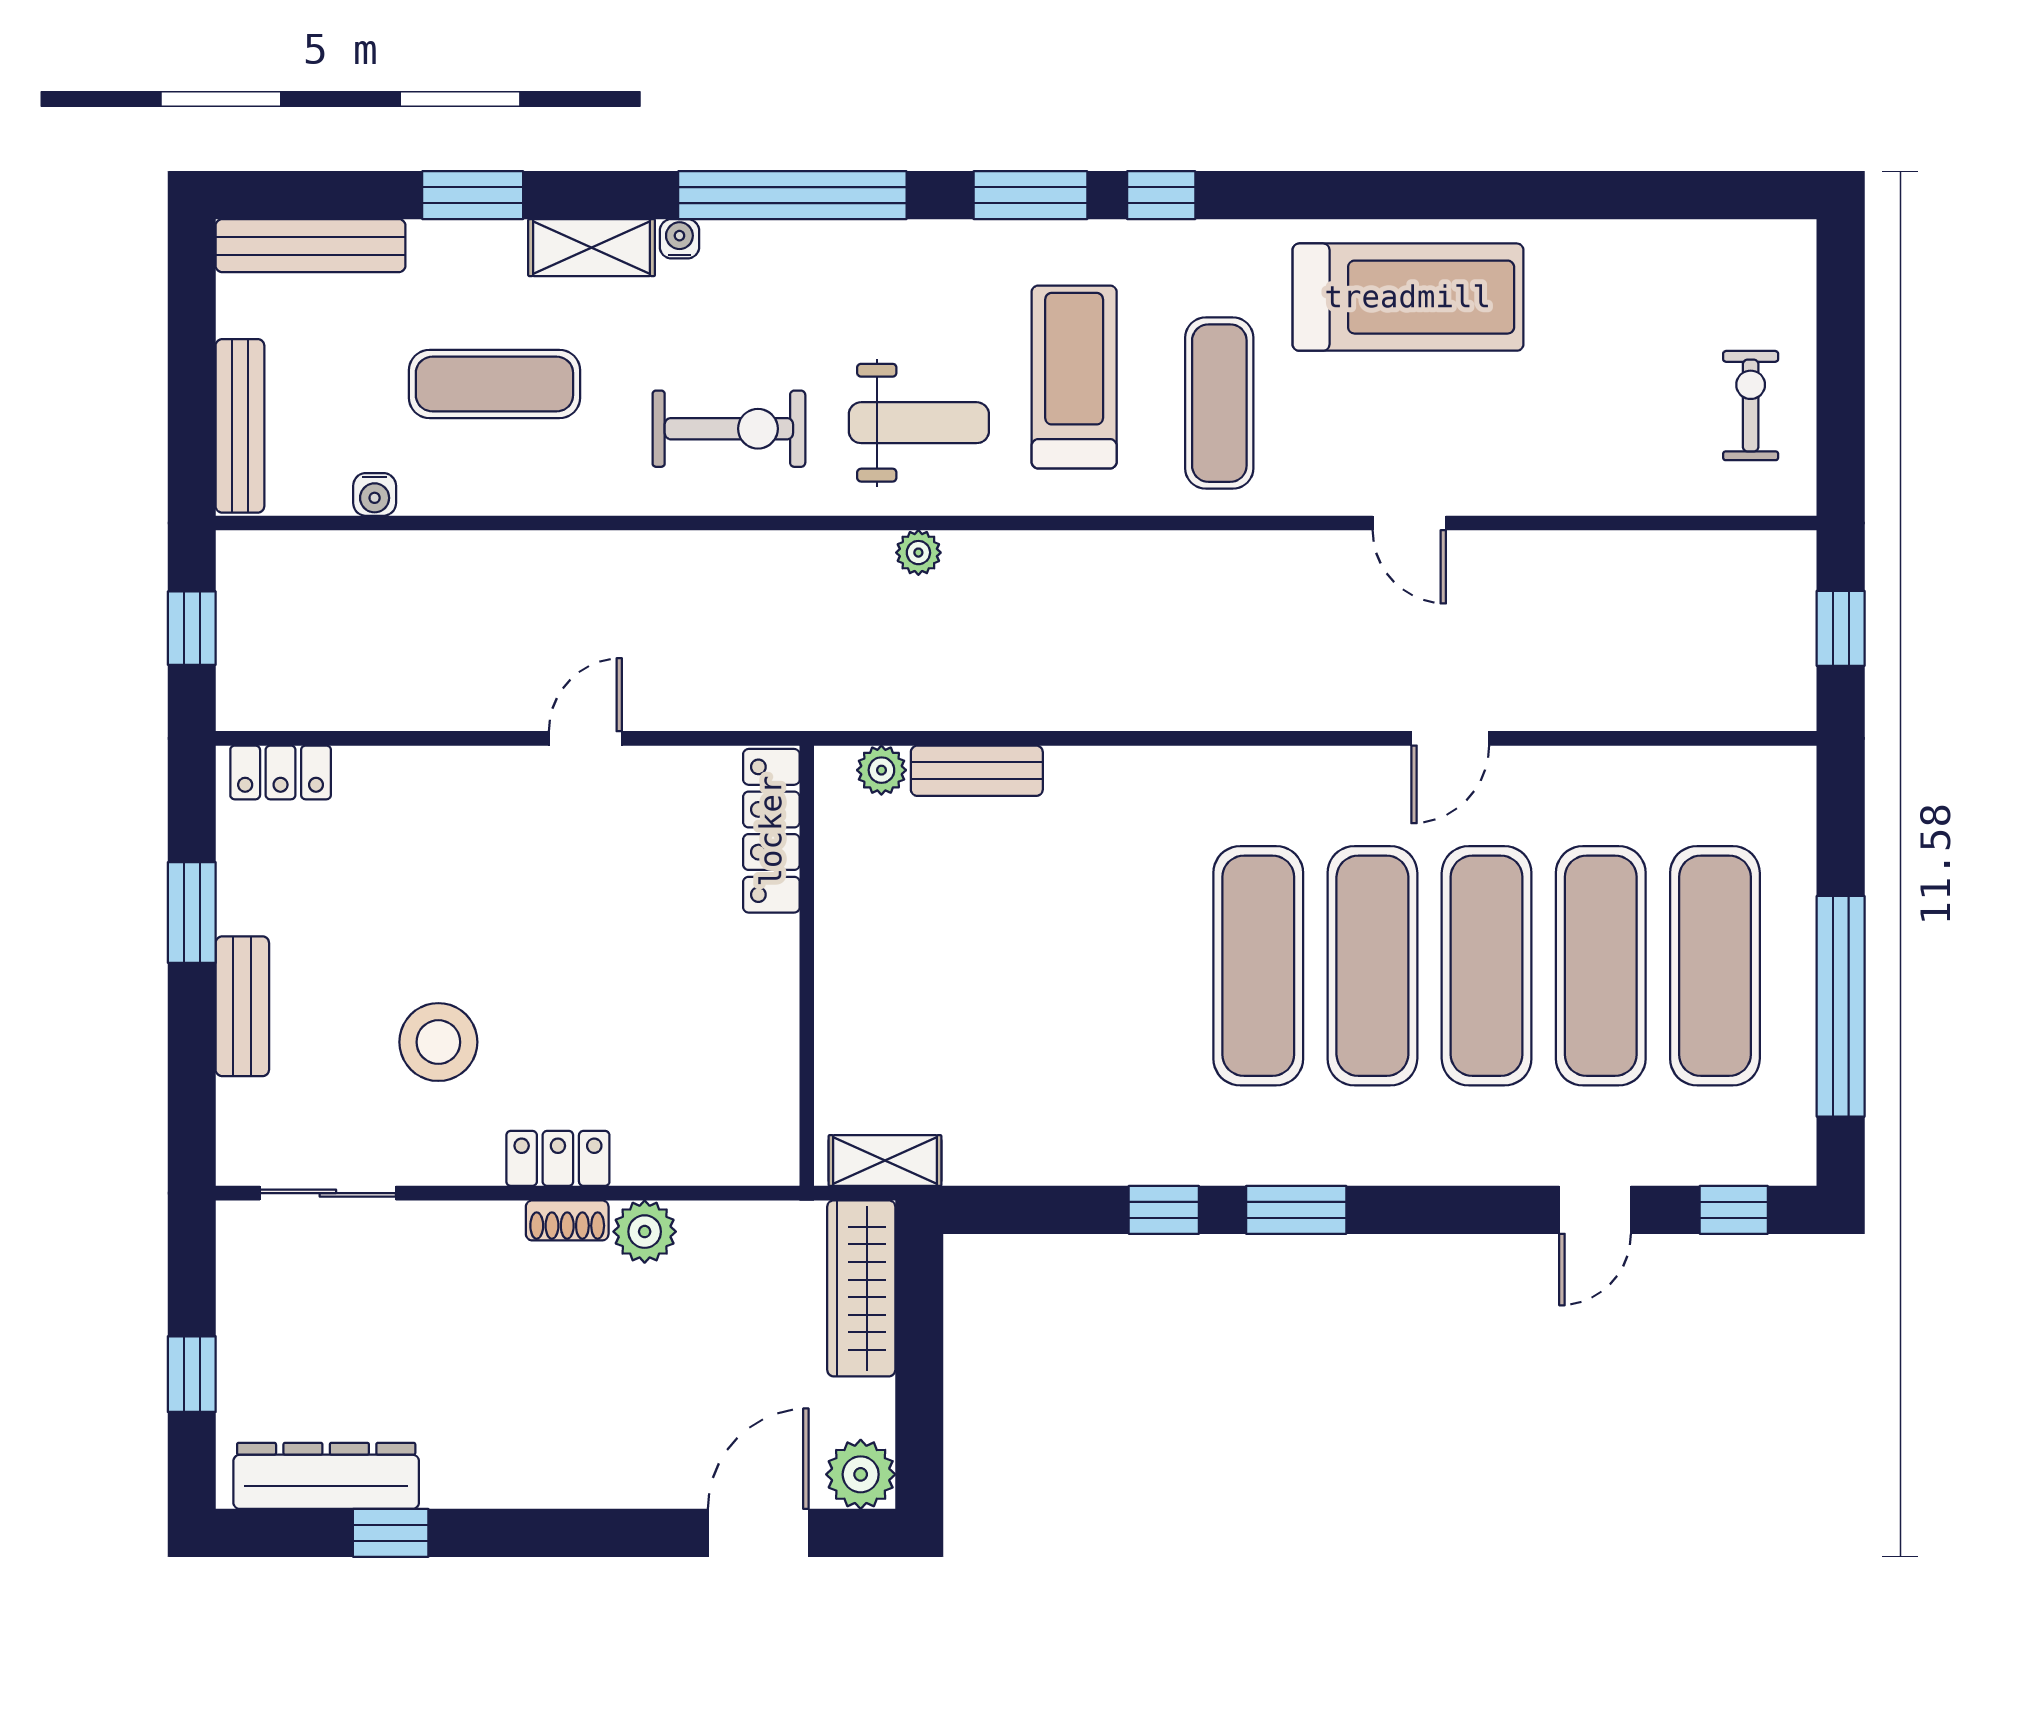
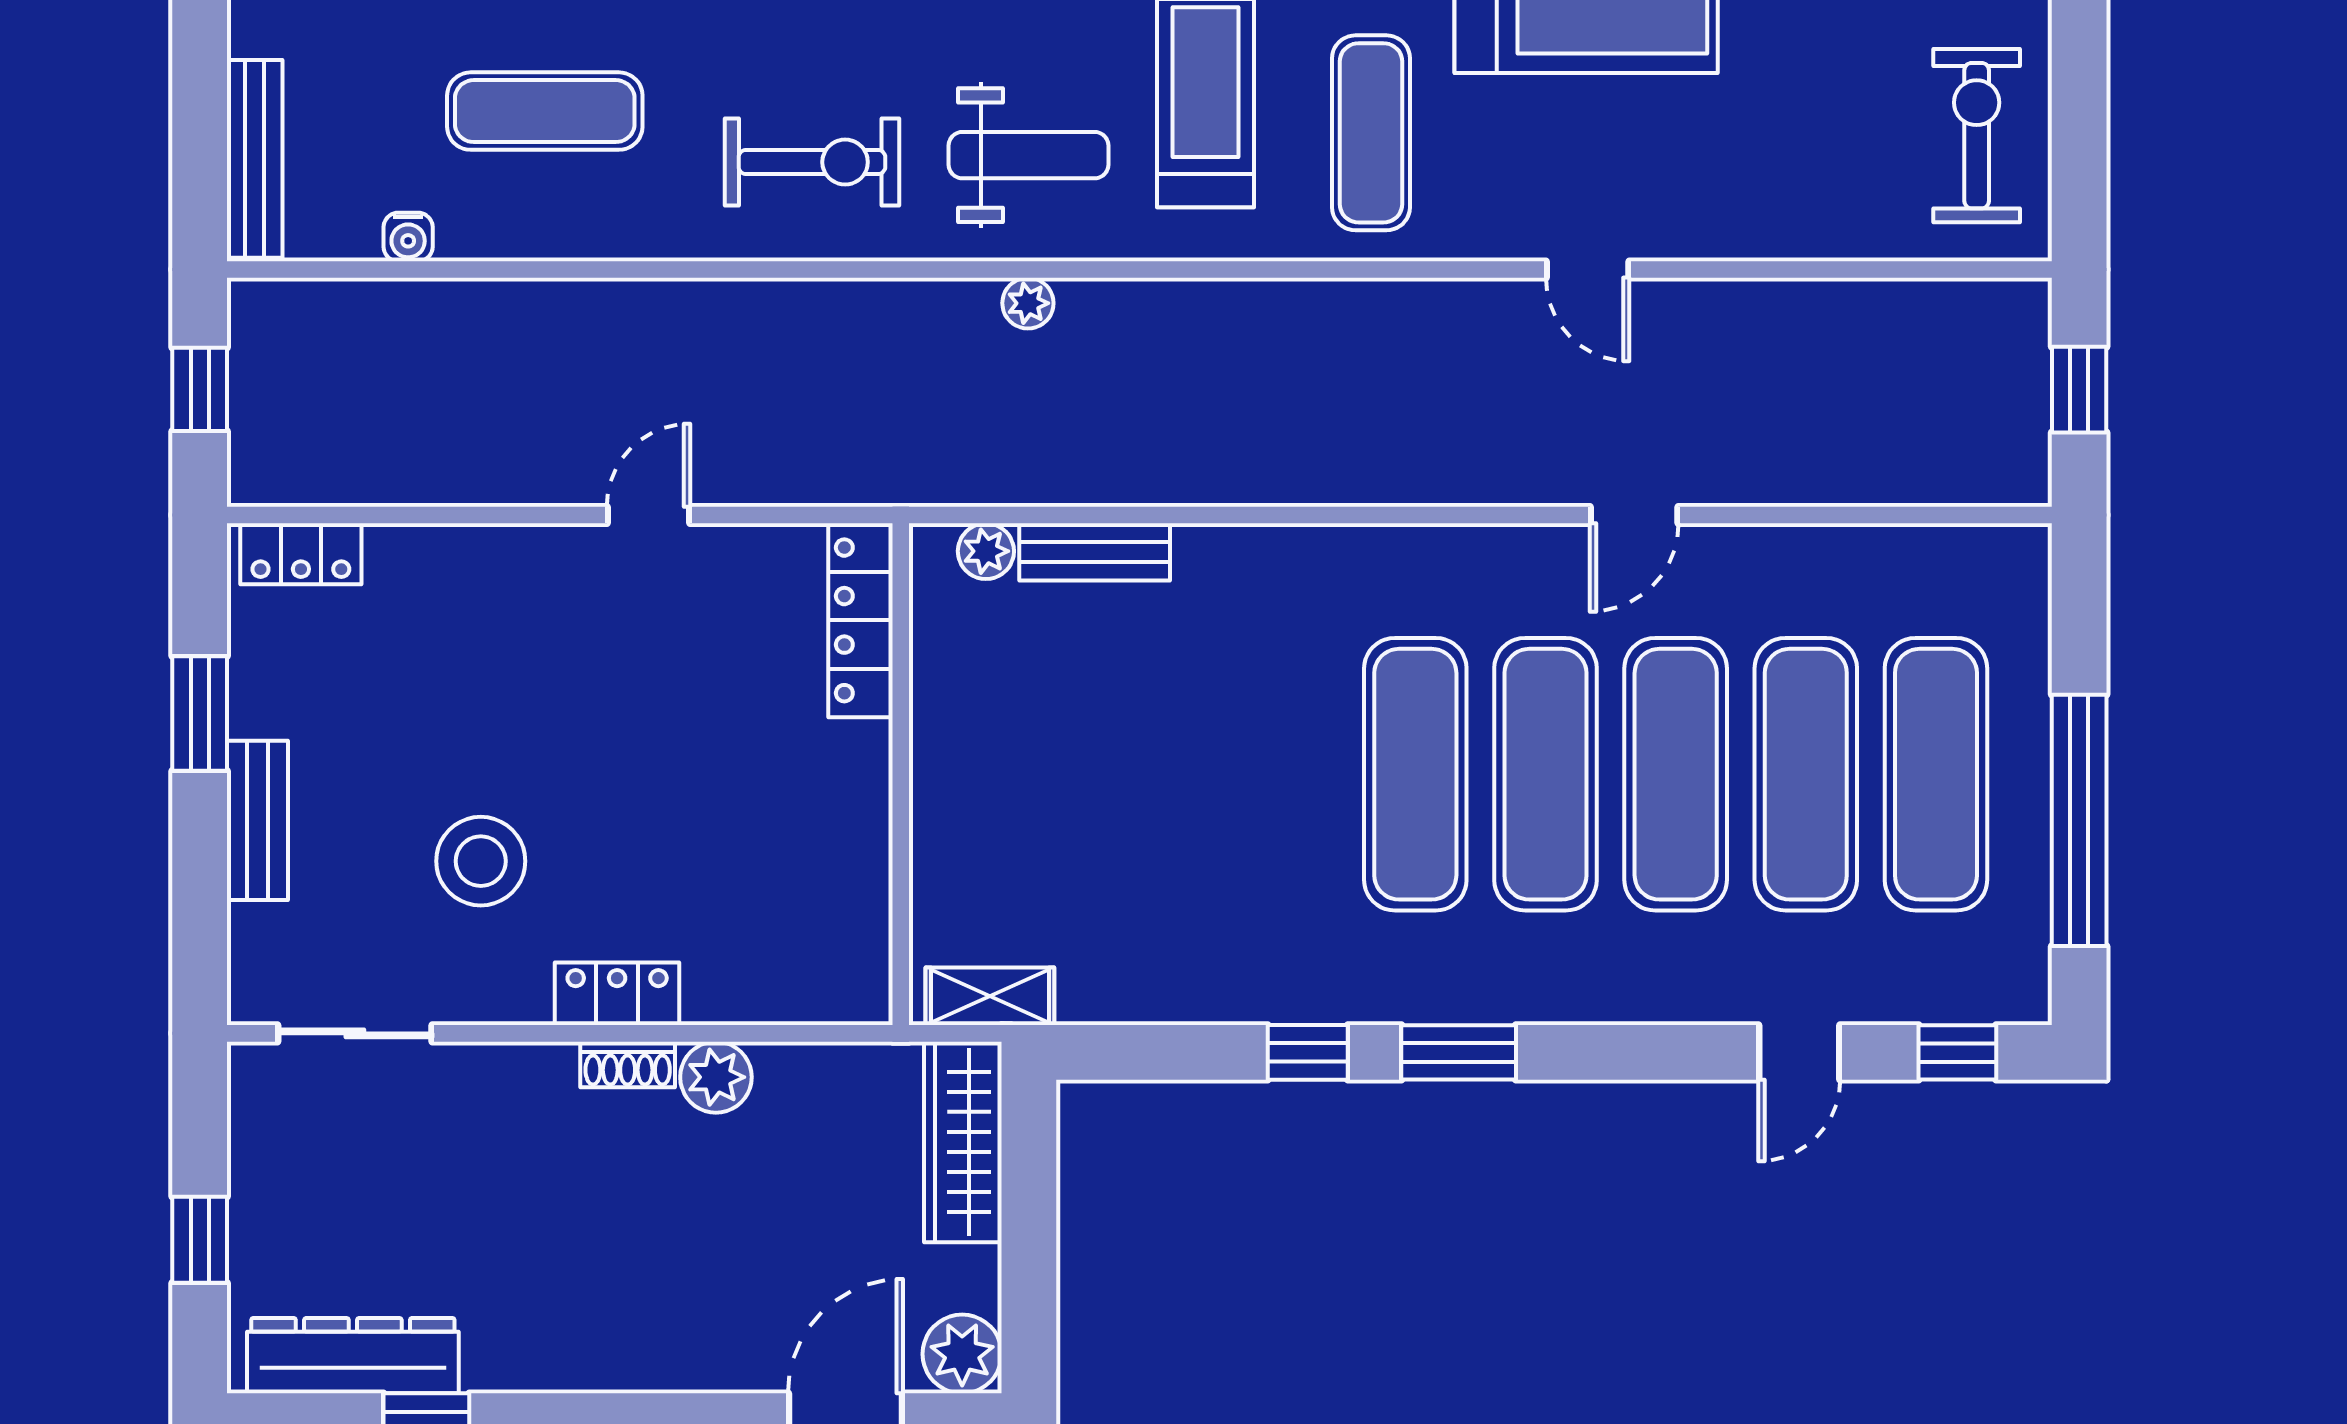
exercise bike: (1751, 406) -> (1977, 136), width x1.38, depth x1.39

